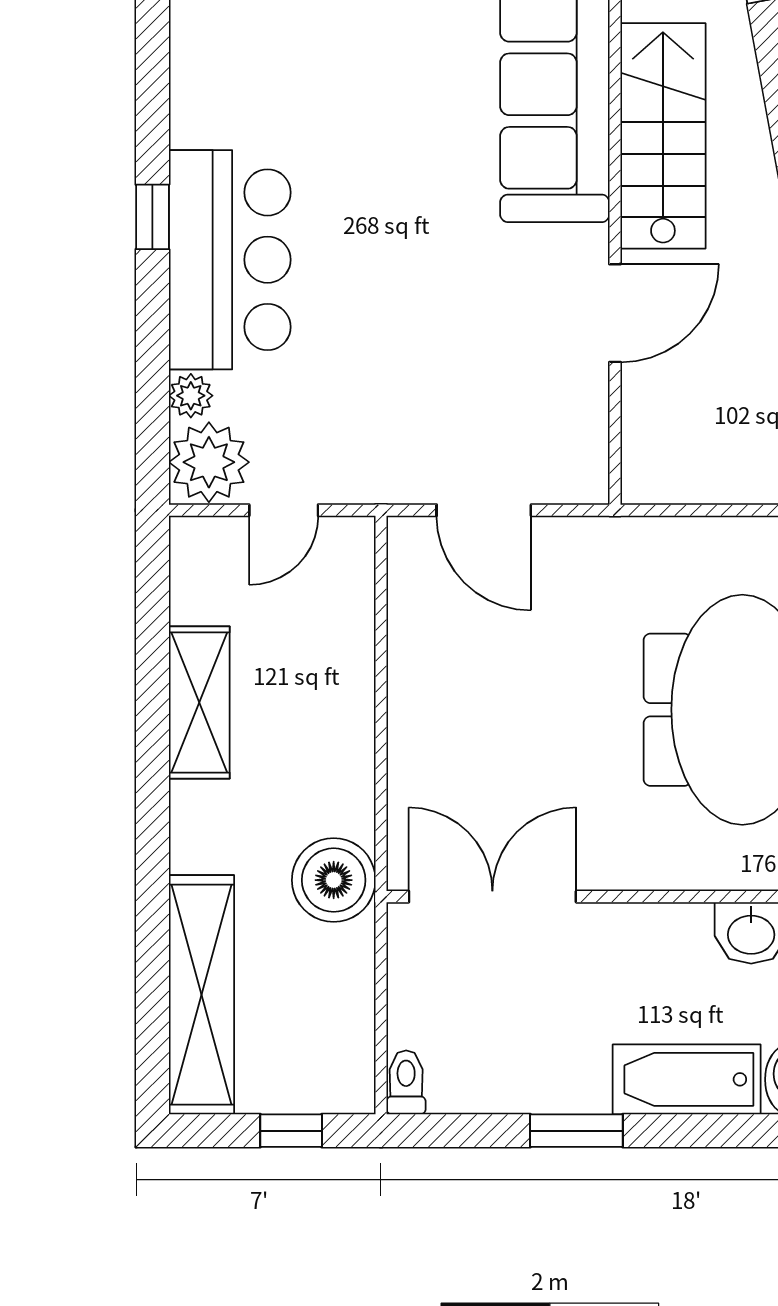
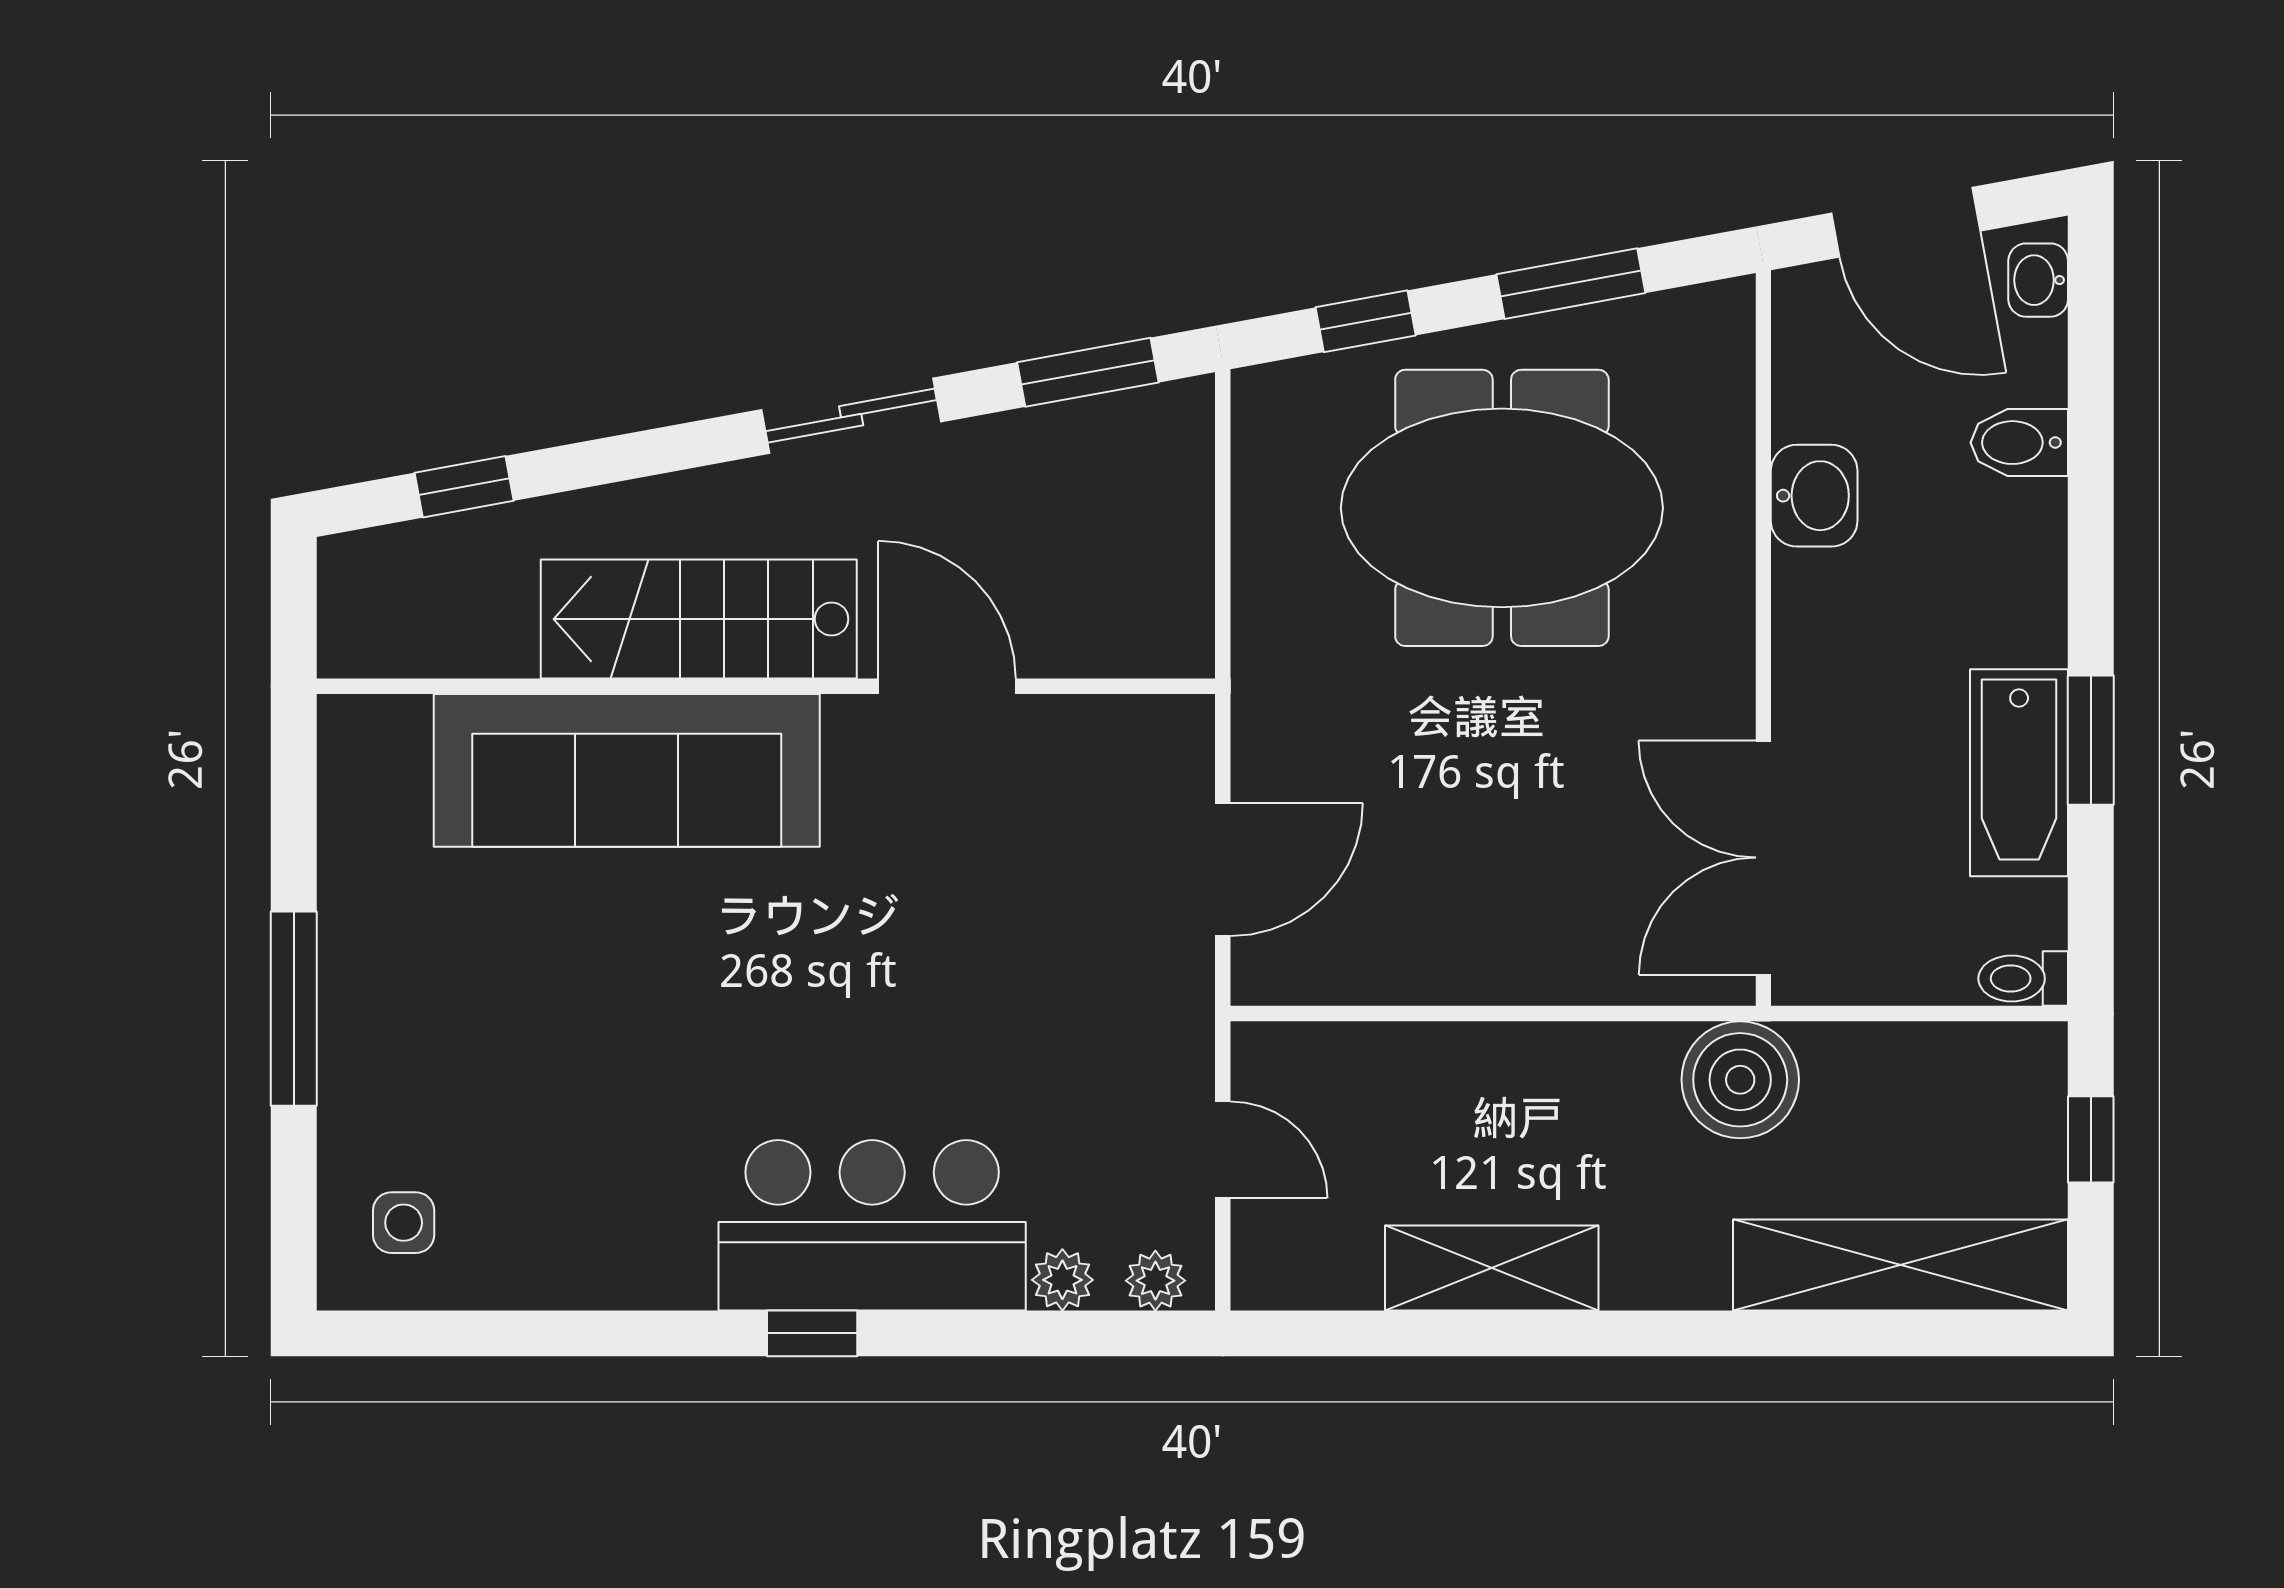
plant: (209, 462) -> (1155, 1281), width x0.53, depth x0.53
bathtub: (687, 1079) -> (2019, 773), moved

